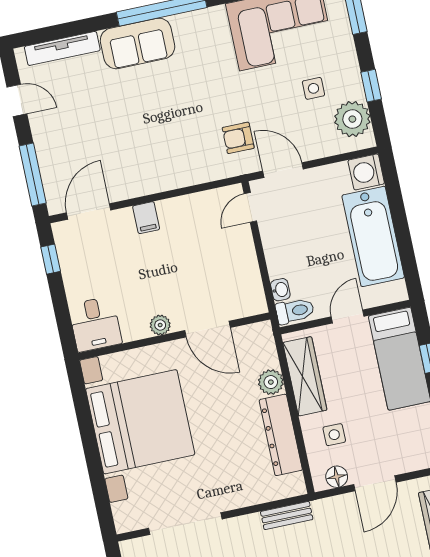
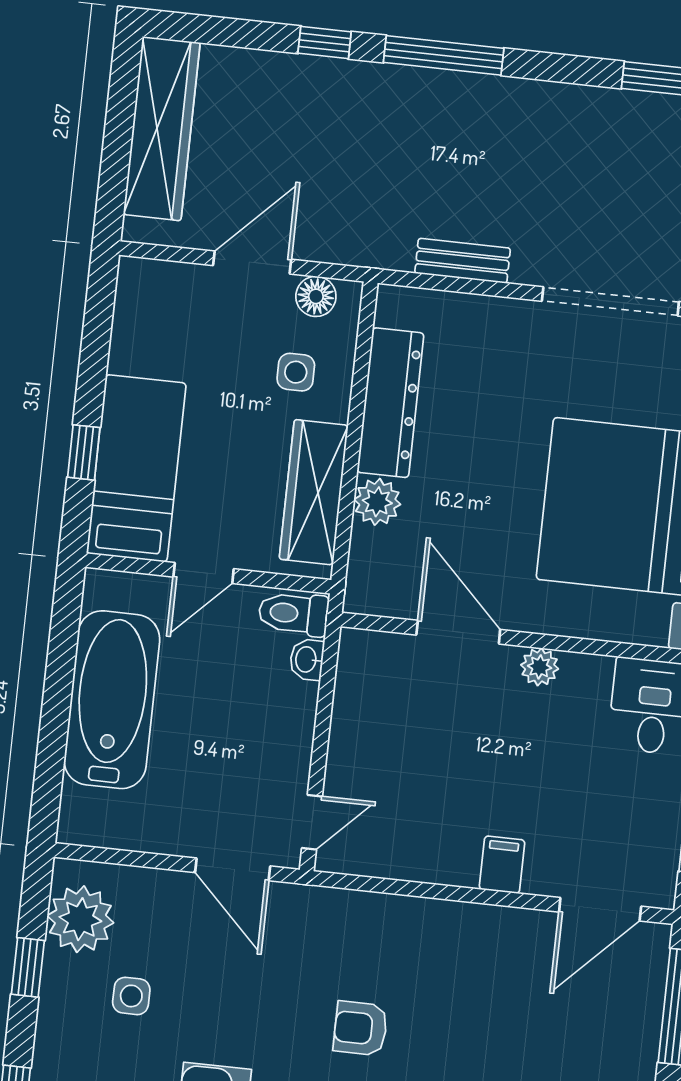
armchair: (238, 138) -> (360, 1028), moved, turned 180
washing machine: (366, 172) -> (87, 818), removed
bench: (287, 516) -> (463, 261), moved

